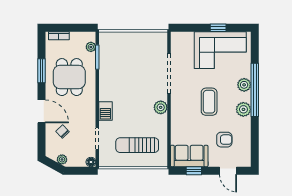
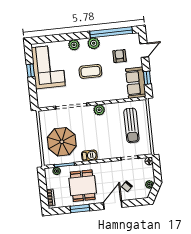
parasol: (126, 57) -> (62, 142), added
dining table: (69, 77) -> (83, 186), turned 90
window: (255, 90) -> (111, 32), moved
barbecue: (105, 111) -> (89, 156), moved

